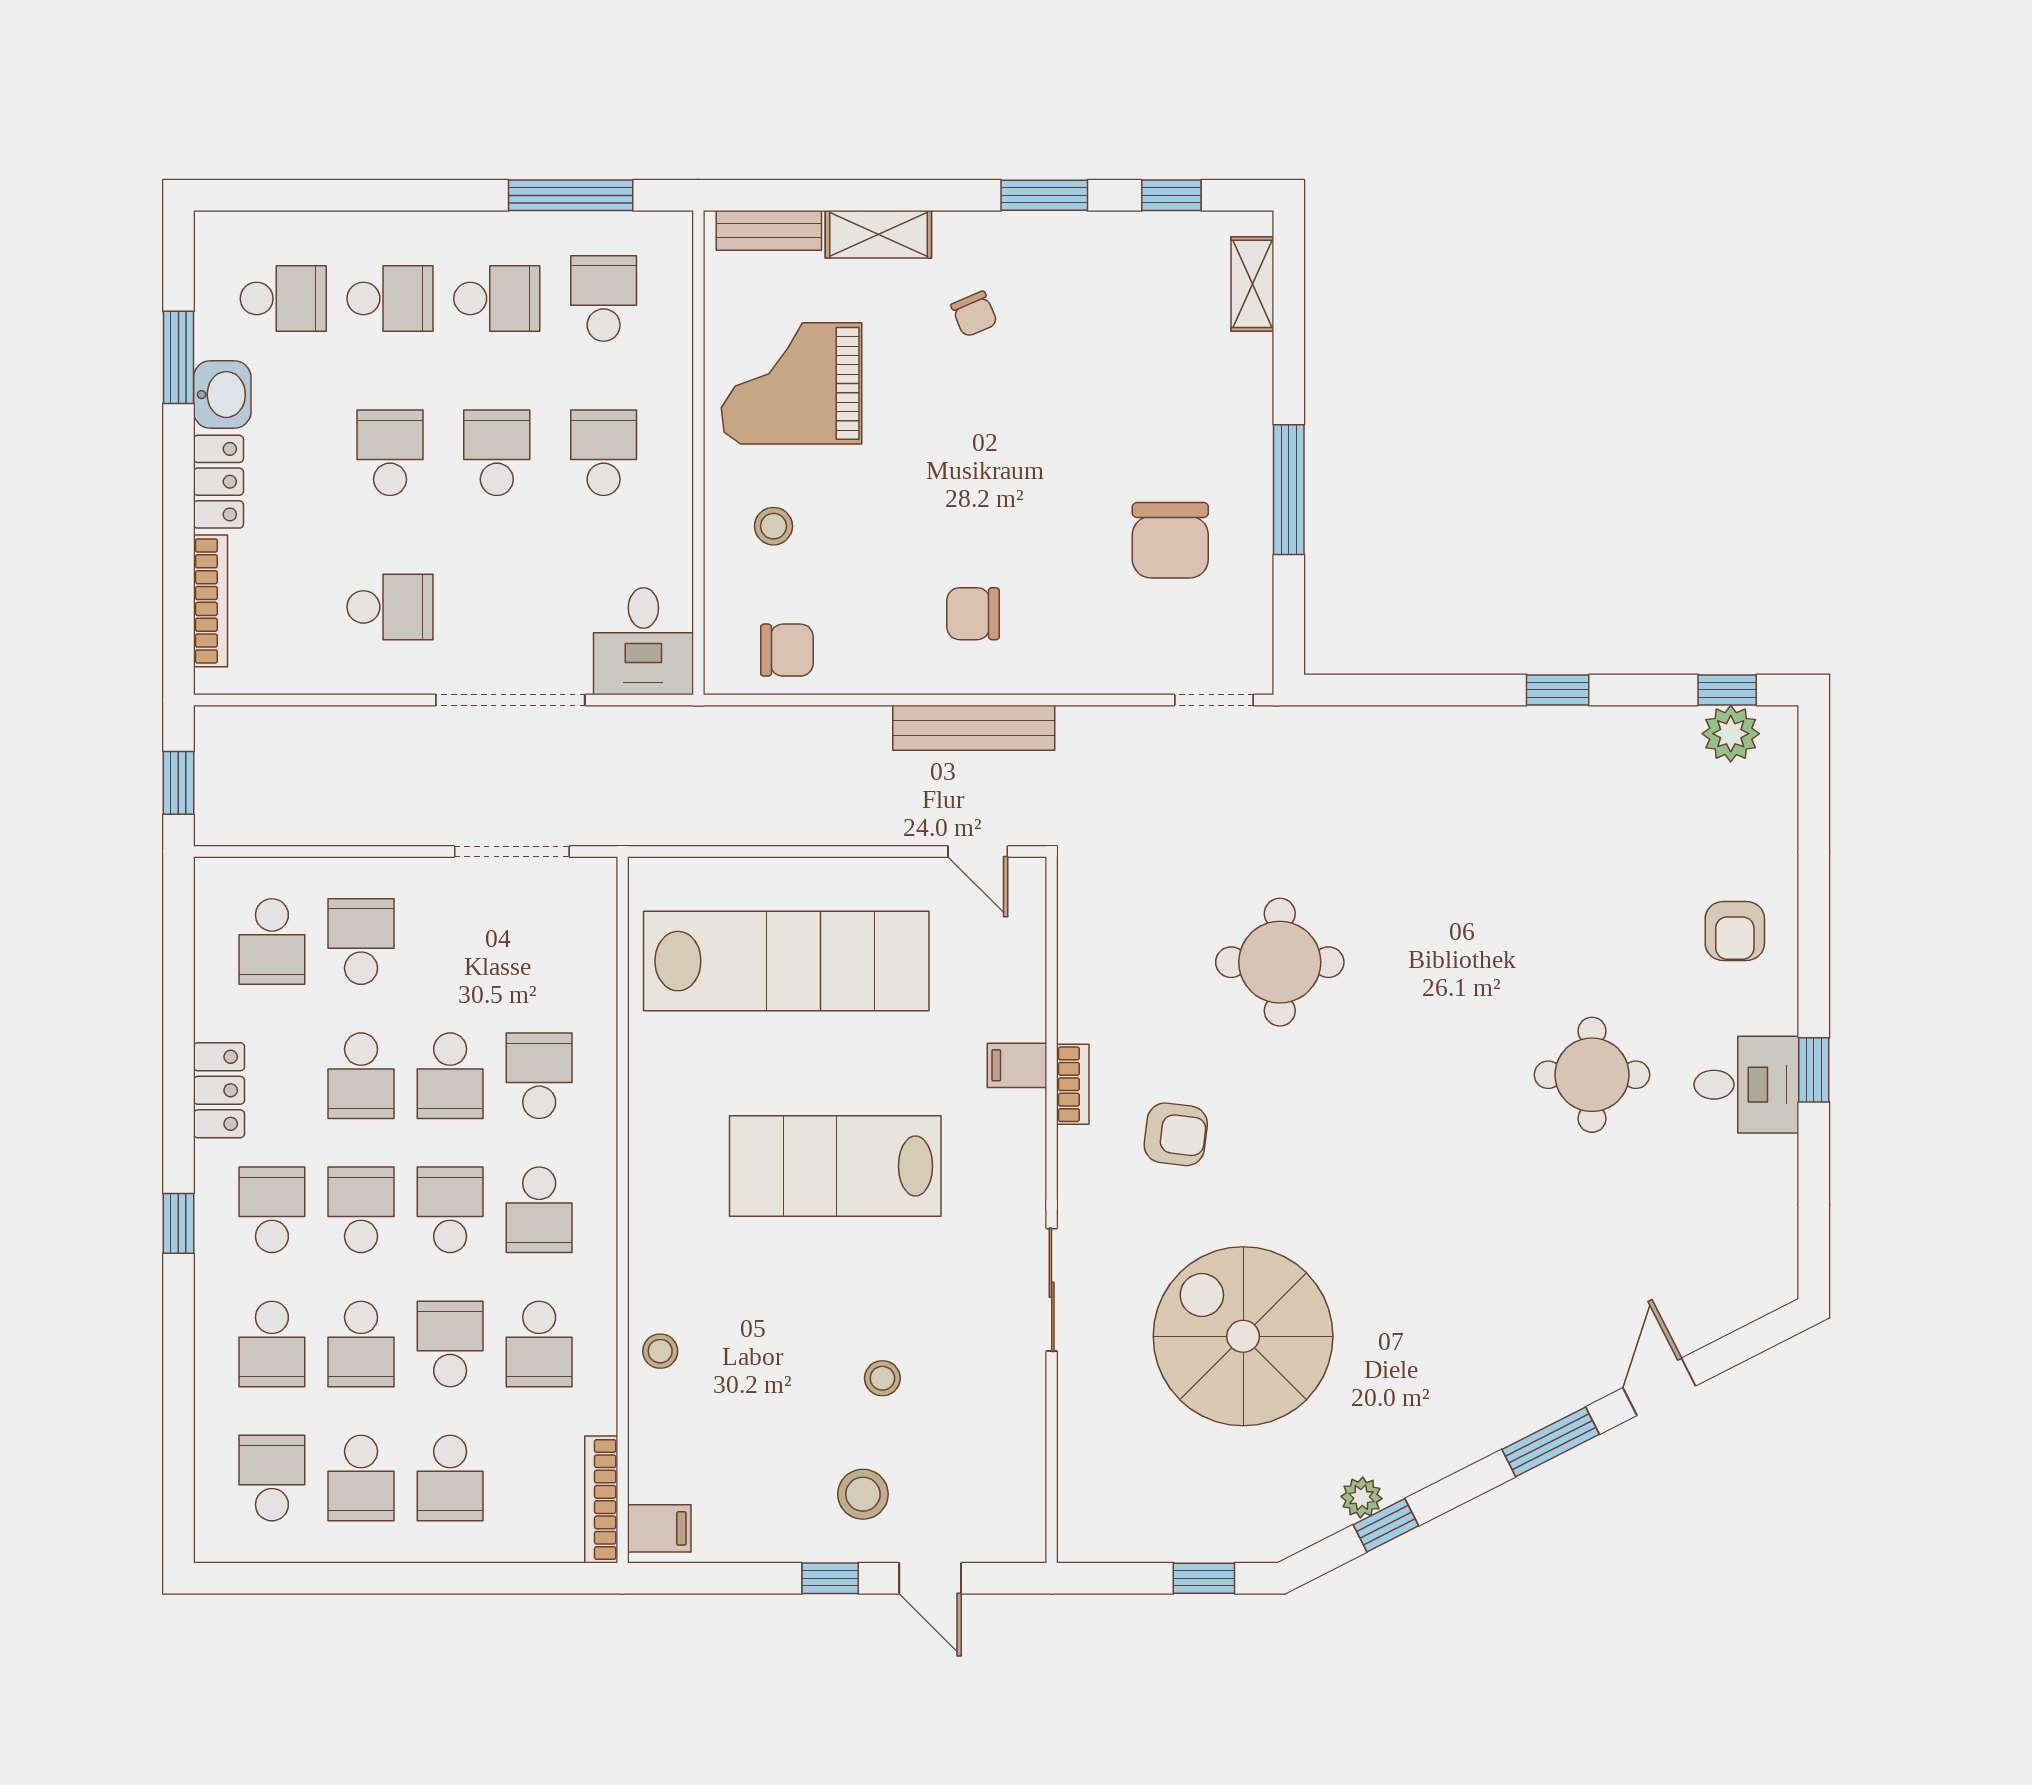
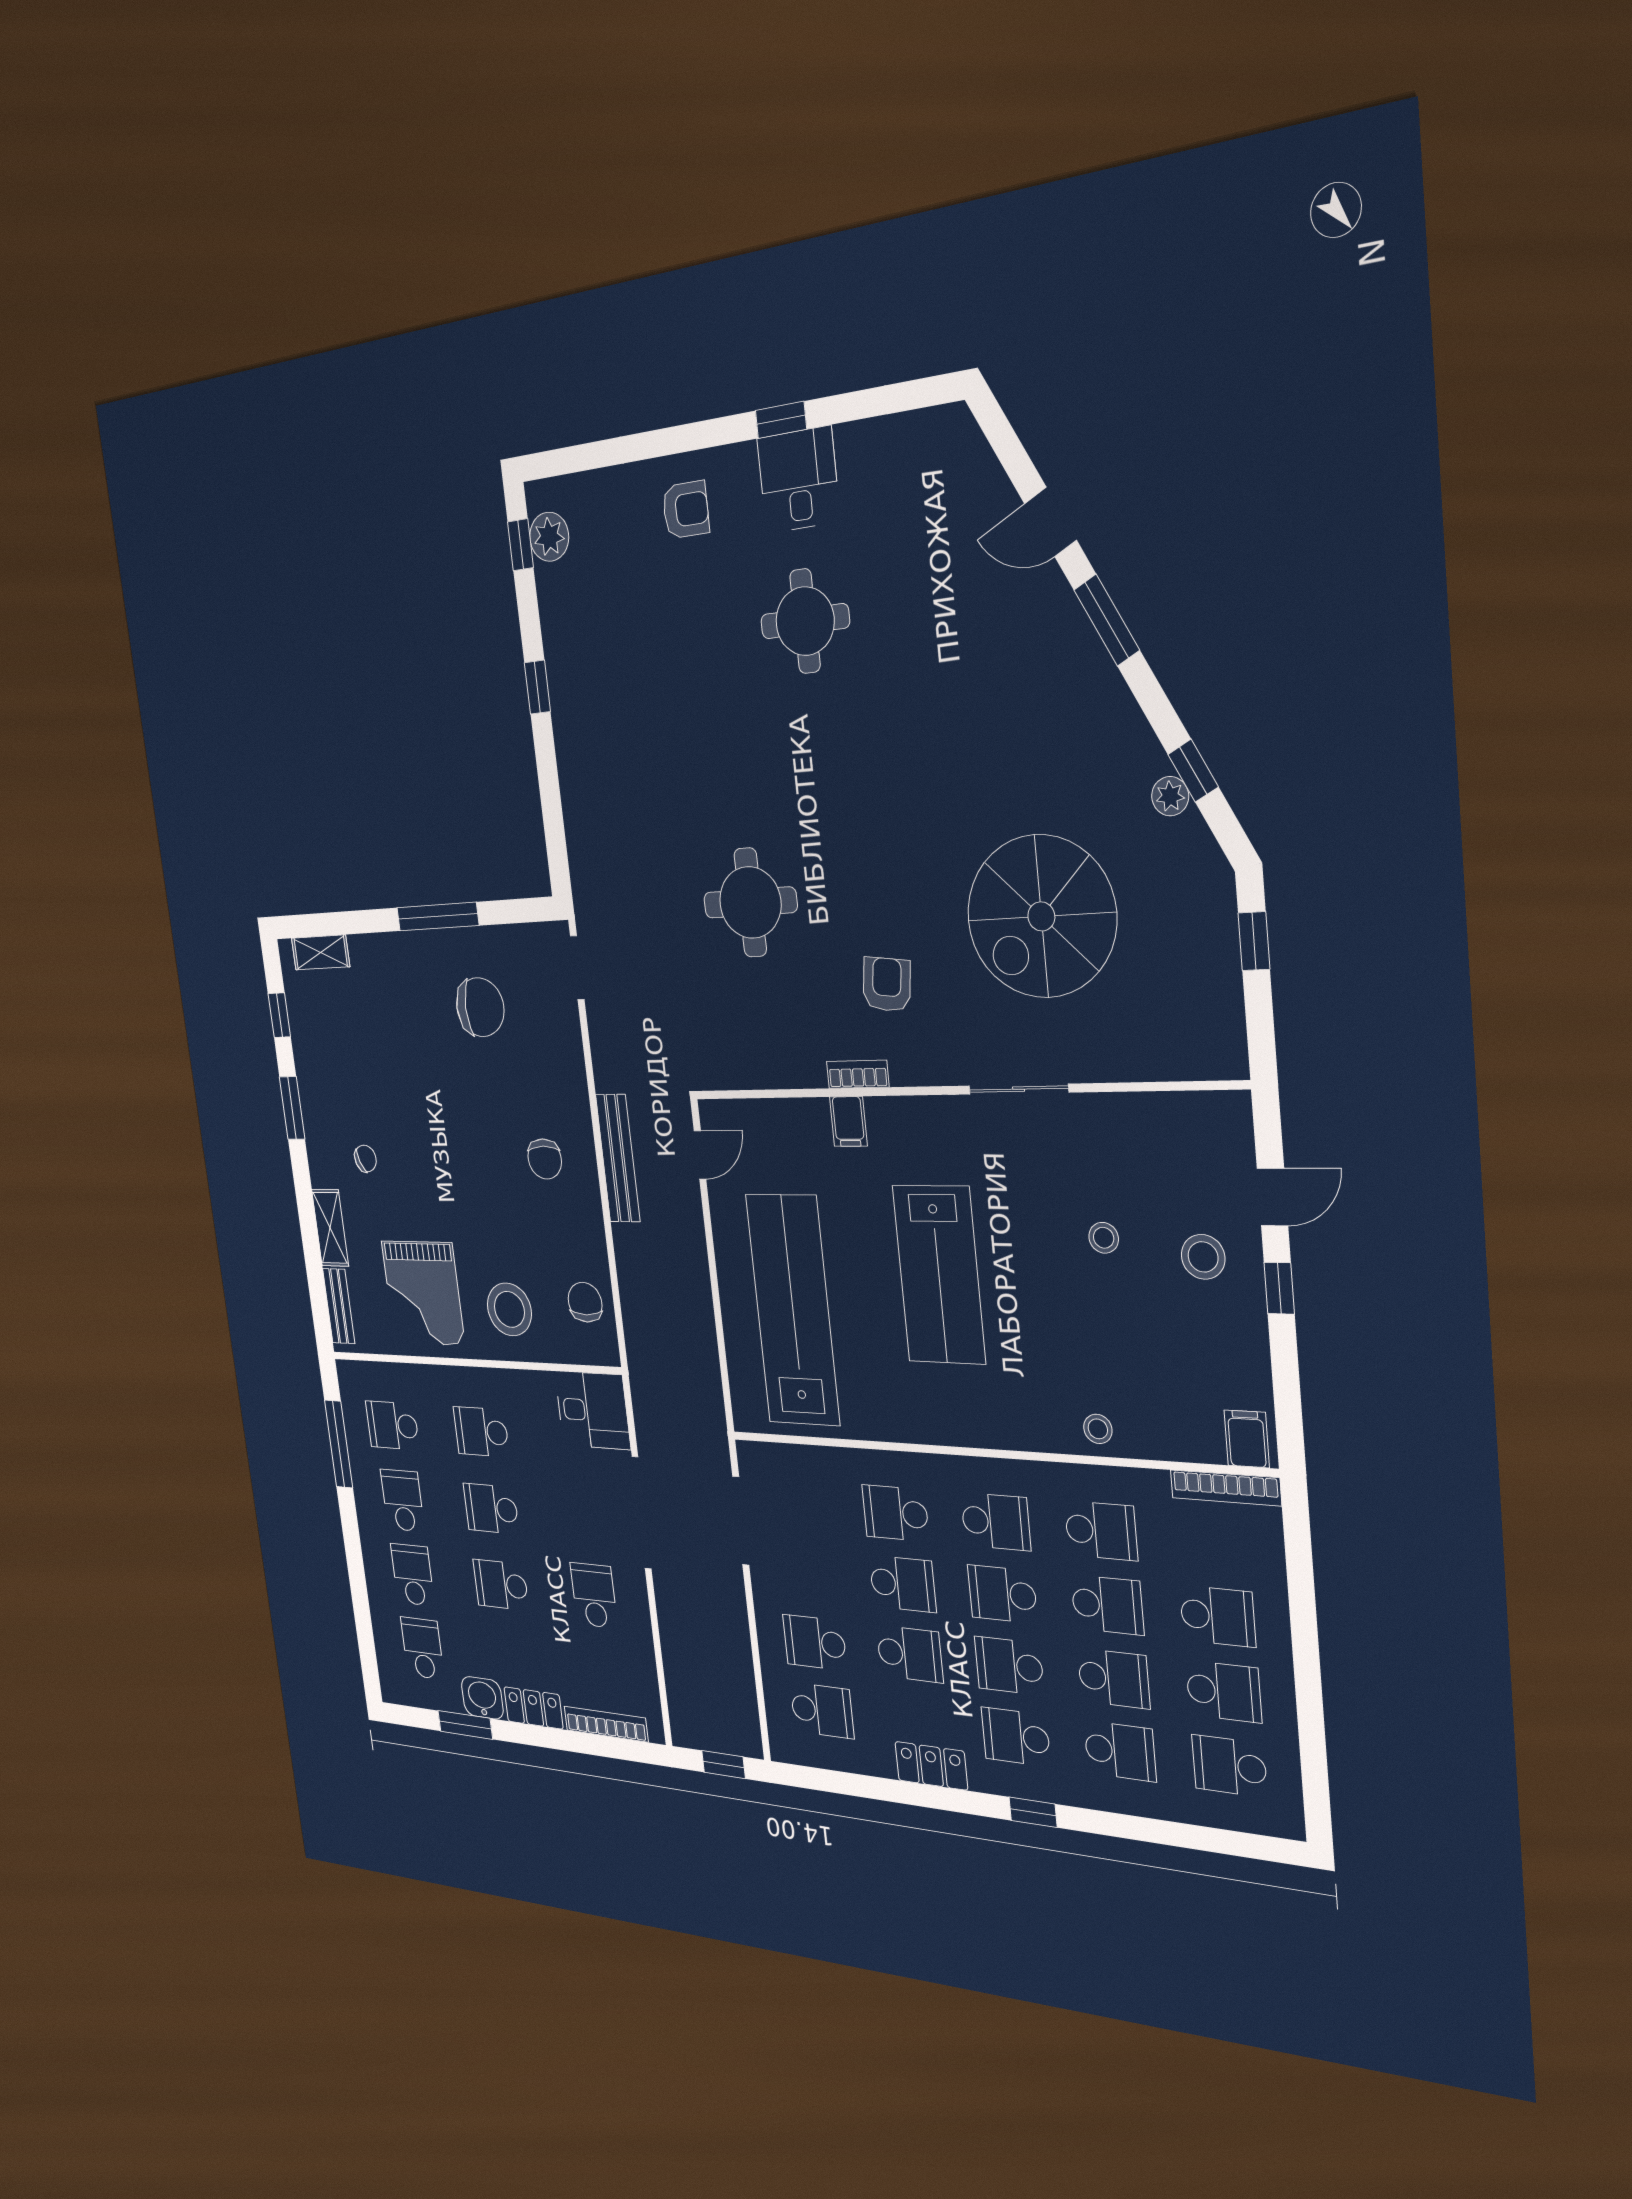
stool: (773, 526) -> (509, 1309), width x1.89, depth x1.89
school desk: (450, 1344) -> (1107, 1605), turned 180

